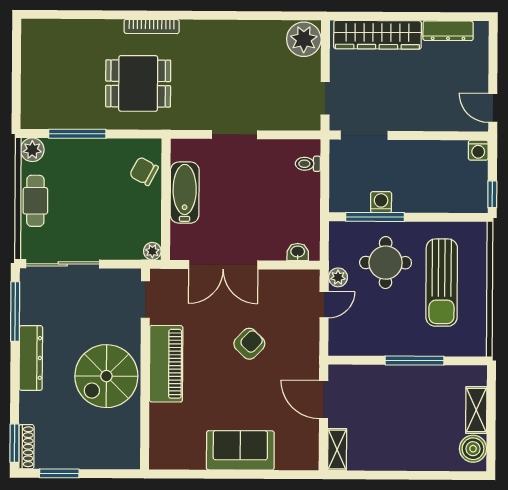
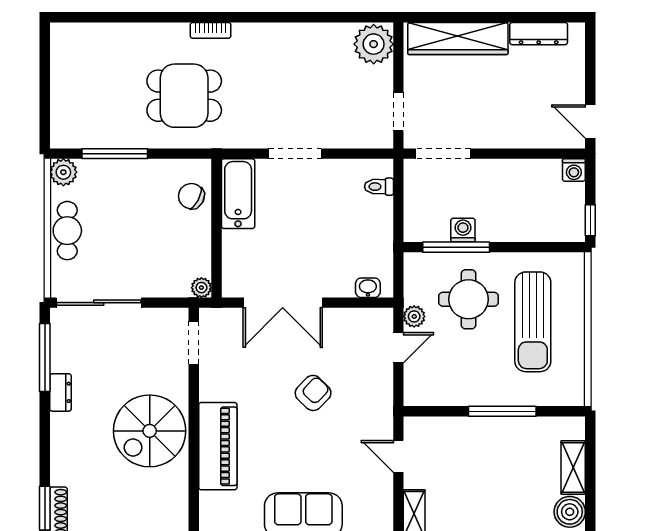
bookcase: (152, 26) -> (211, 30), width x0.64
bathtub: (185, 193) -> (238, 194), moved
dresser: (31, 358) -> (60, 392), width x0.51, depth x0.80
piano: (166, 364) -> (218, 446), moved
door: (324, 400) -> (398, 456), width x0.73

